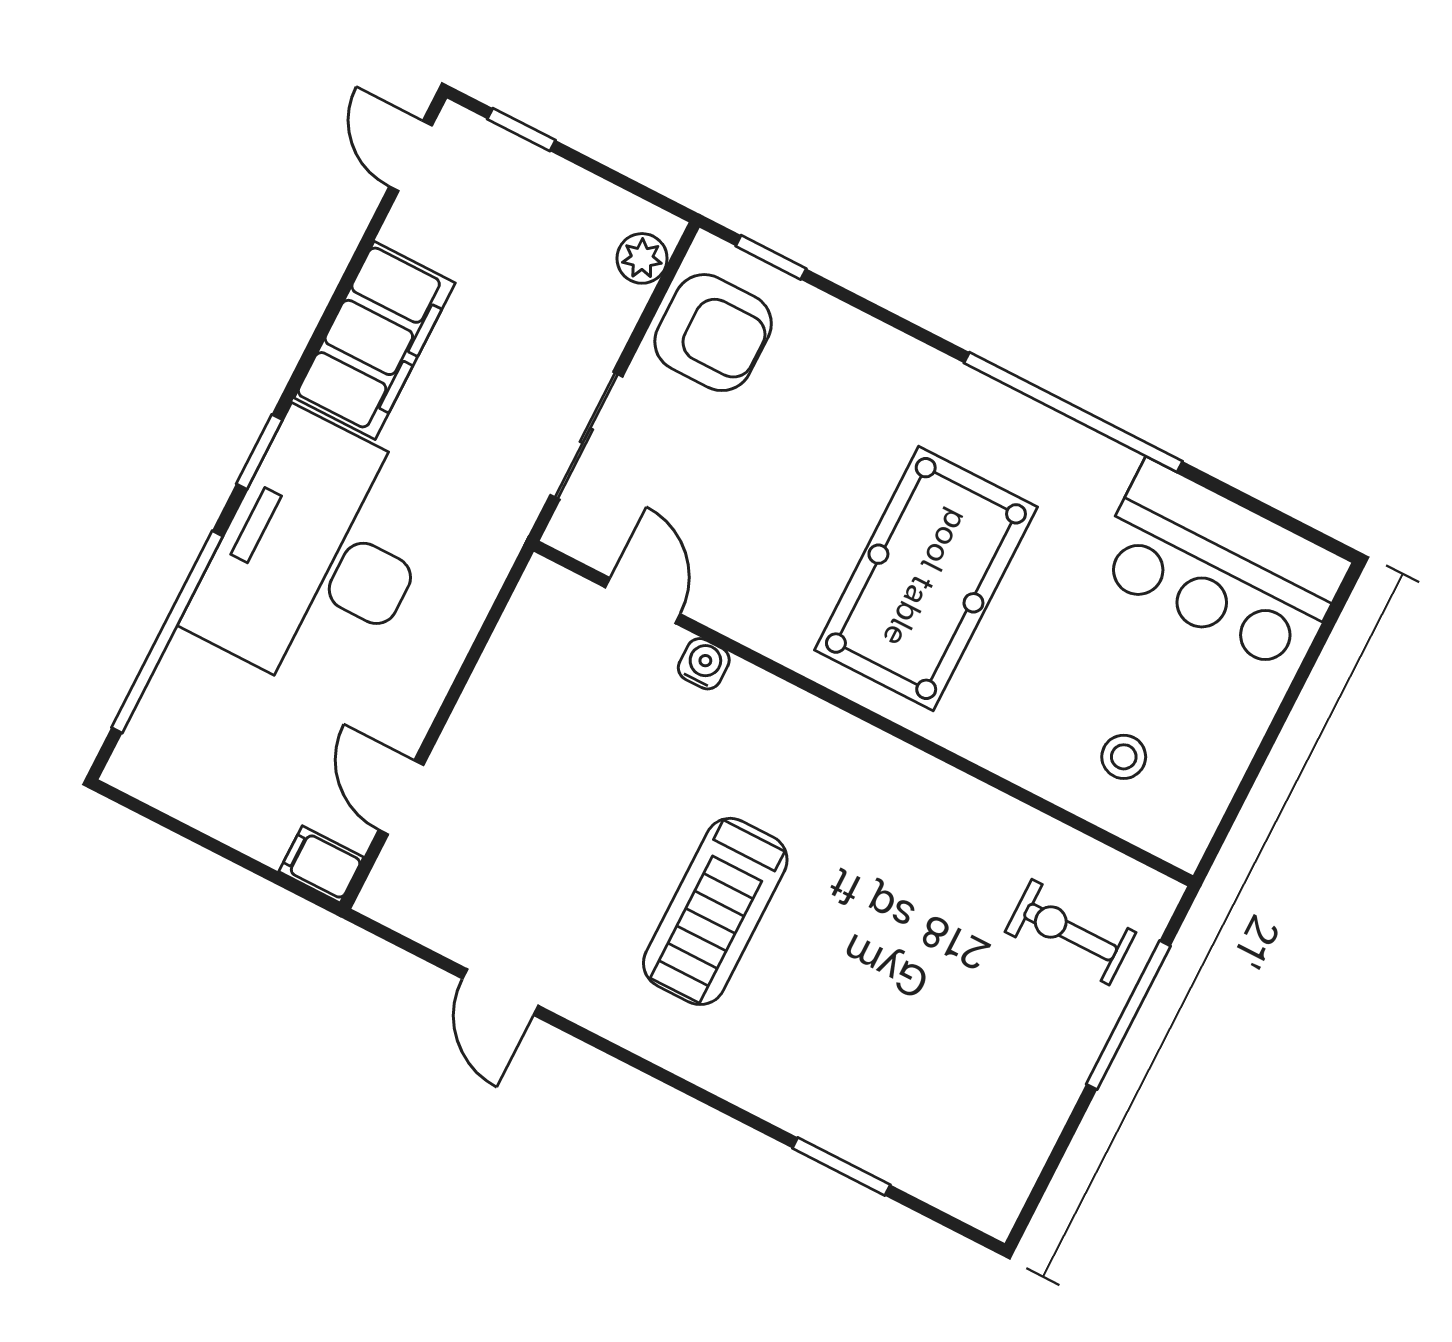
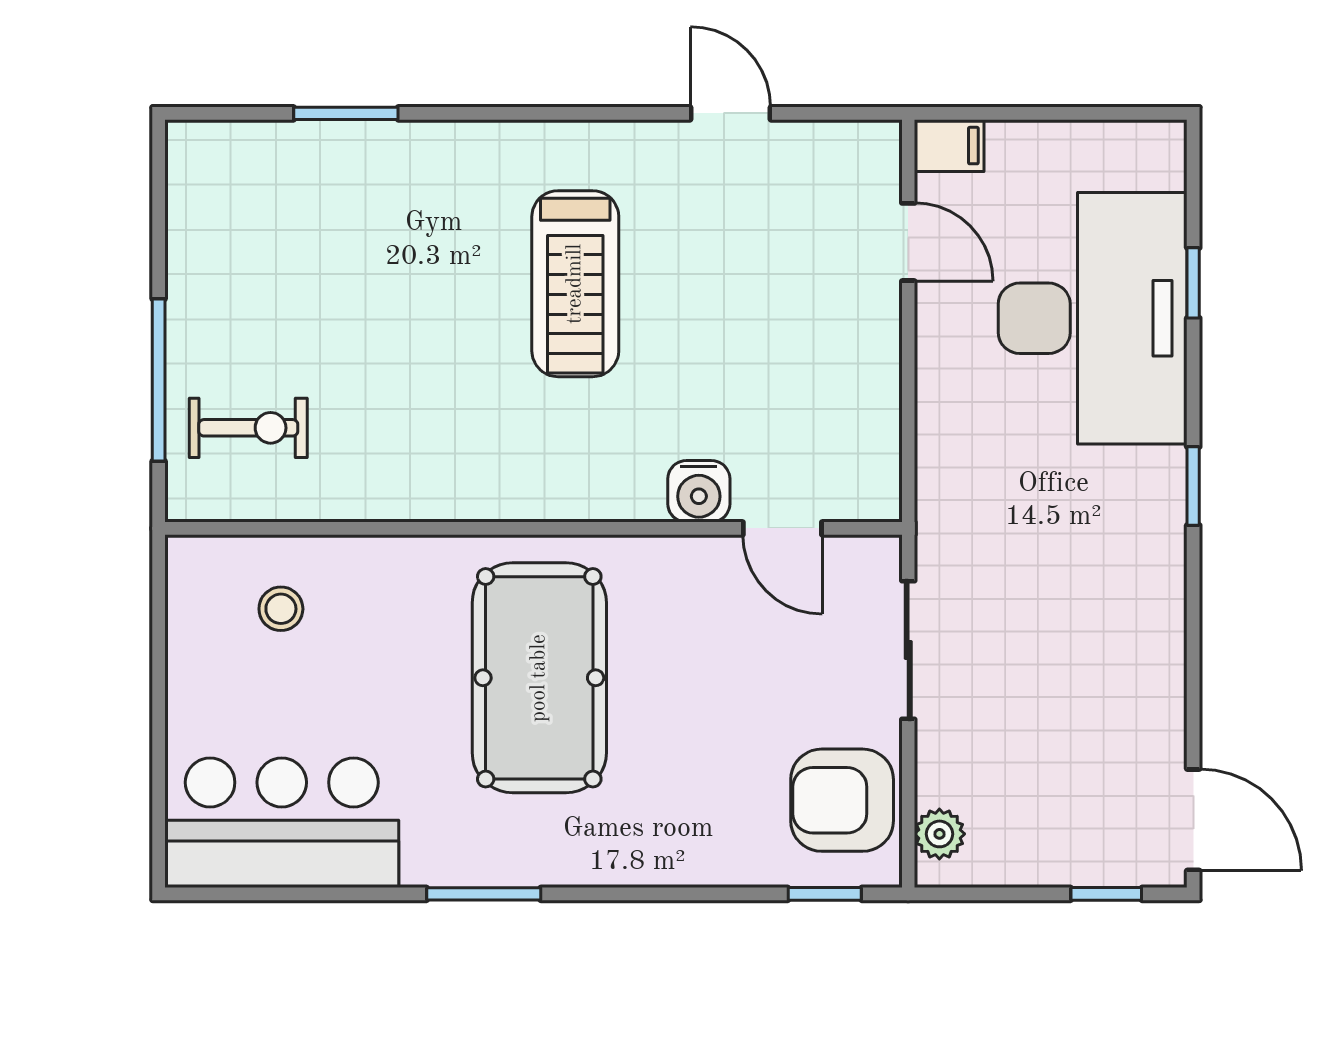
door: (411, 156) -> (1193, 820), width x1.38
filing cabinet: (375, 340) -> (1141, 638), removed
window: (1073, 412) -> (484, 894), width x0.47
desk: (318, 557) -> (1093, 318), moved
window: (167, 632) -> (1193, 283), width x0.32
water cooler: (704, 664) -> (699, 491), width x1.38, depth x1.38
treadmill: (715, 911) -> (575, 284), turned 180

